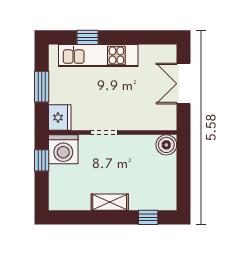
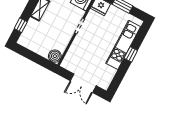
window: (87, 37) -> (131, 54), moved
double door: (184, 84) -> (83, 83), swing flipped

